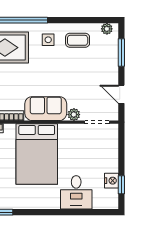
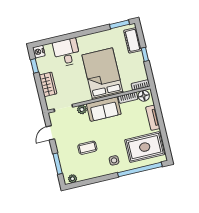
coffee table: (78, 40) -> (87, 148), moved
door: (121, 94) -> (50, 133), swing flipped
wardrobe: (110, 157) -> (48, 84), added
nightstand: (112, 181) -> (39, 52), moved

